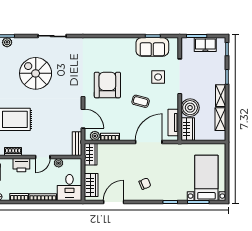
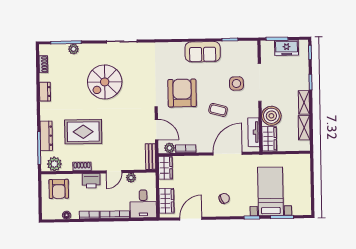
sofa: (152, 47) -> (203, 52), moved
spiral stairs: (36, 73) -> (105, 82), turned -90
bed with nightstands: (206, 178) -> (271, 191), moved

